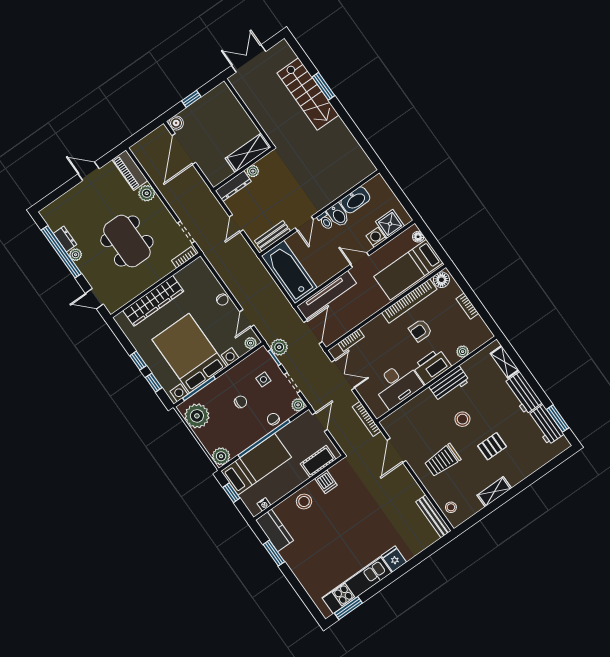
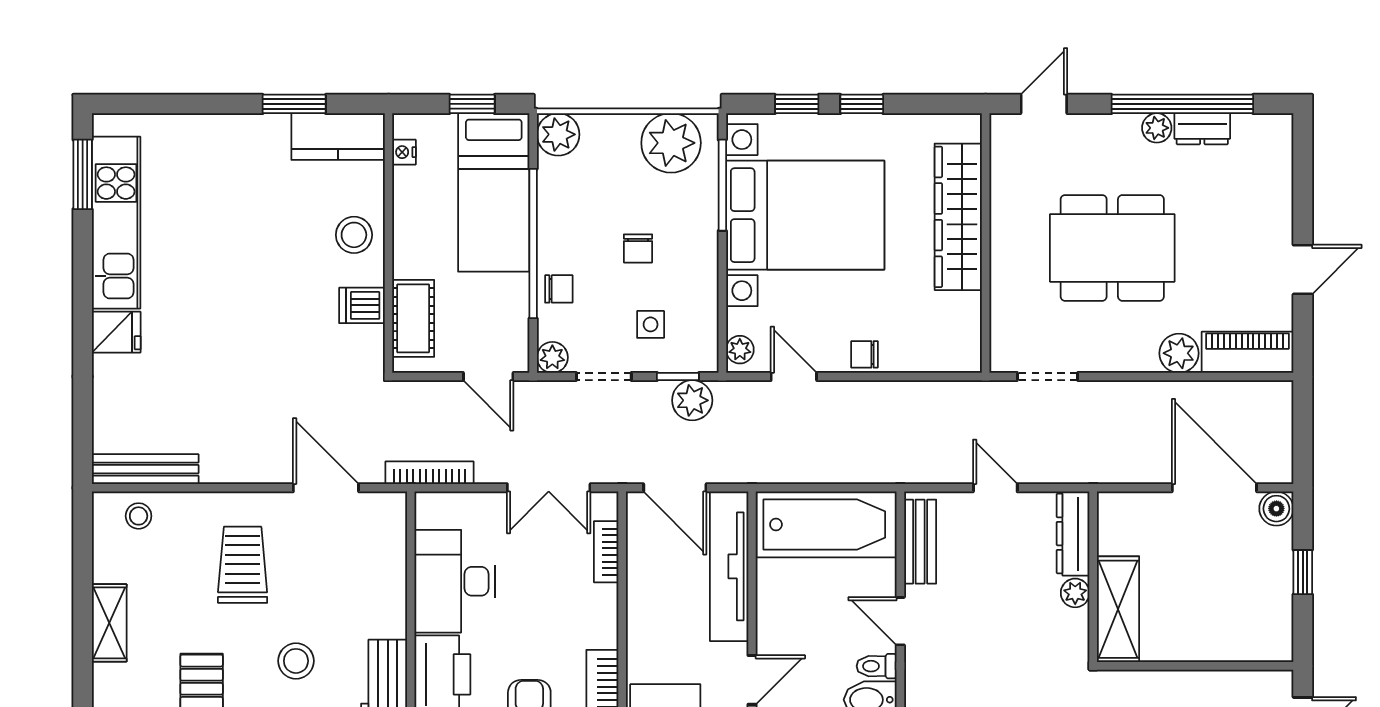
bookcase: (184, 257) -> (1001, 338), removed

